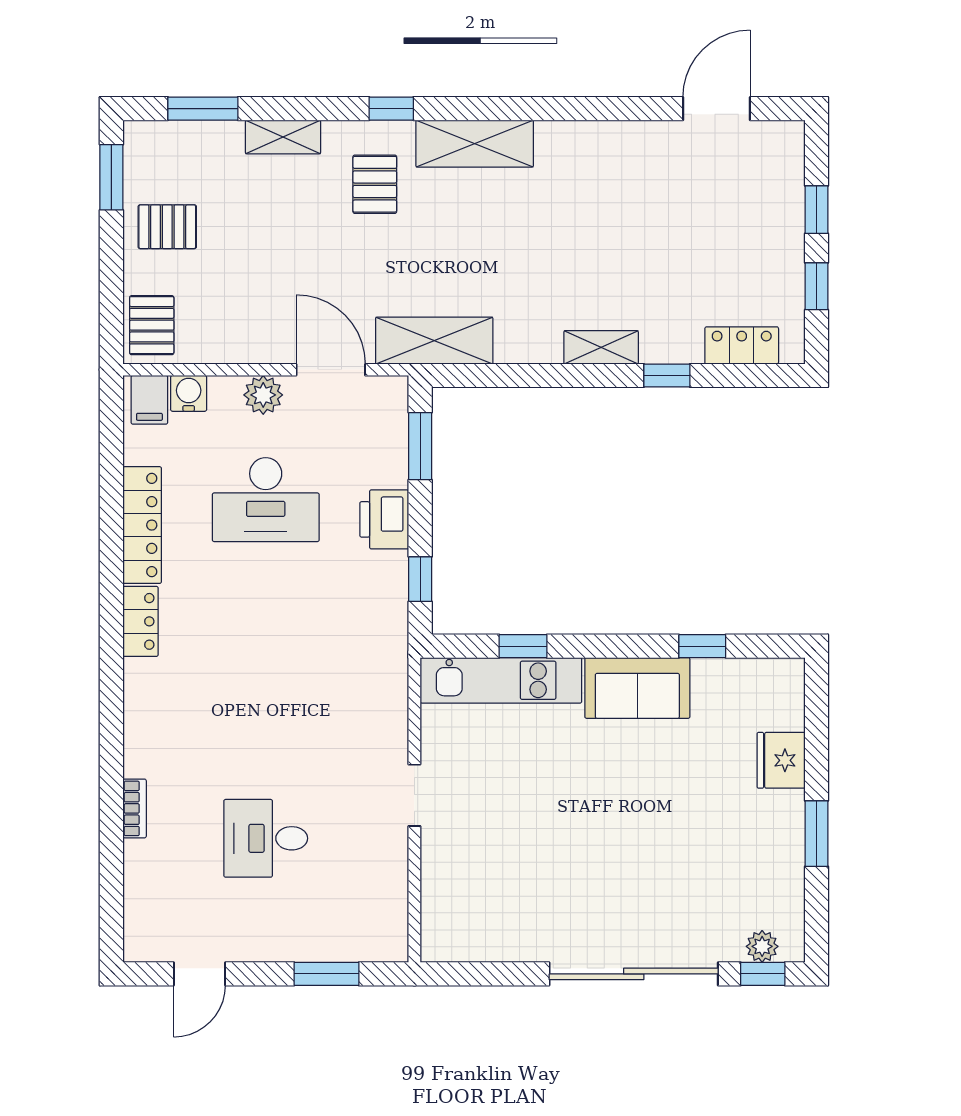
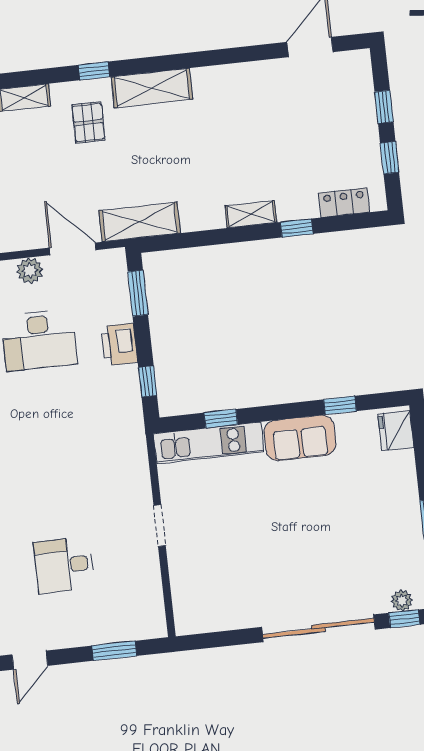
fridge: (781, 760) -> (396, 431), moved

